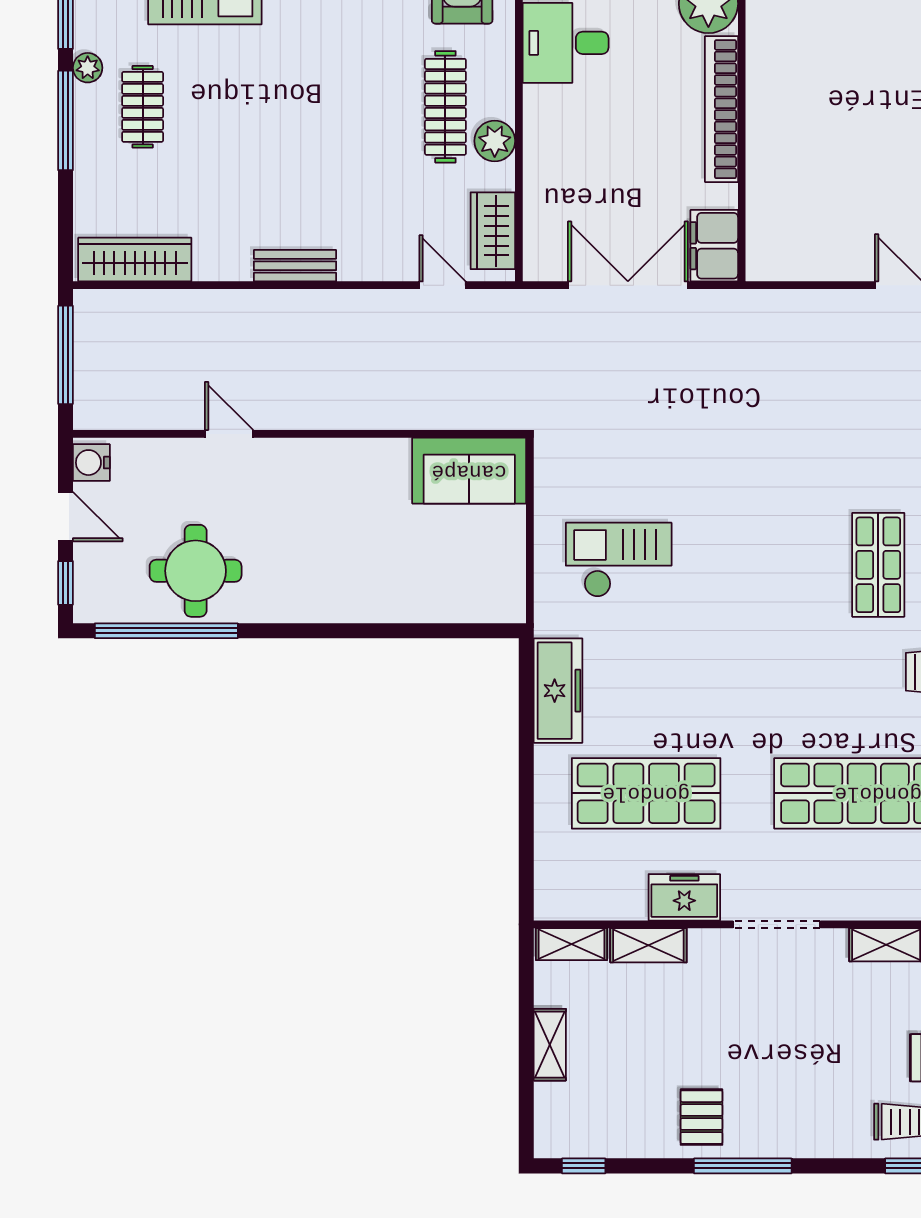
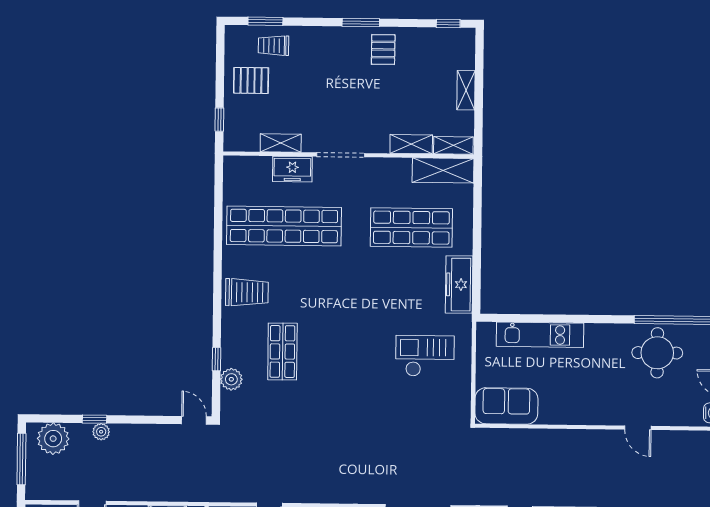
checkout: (619, 560) -> (425, 356), turned 180
kitchen unit: (409, 601) -> (540, 335), added
freezer: (684, 897) -> (292, 169), moved
shelving: (590, 898) -> (443, 170), added
window: (743, 1166) -> (361, 22), width x0.69

